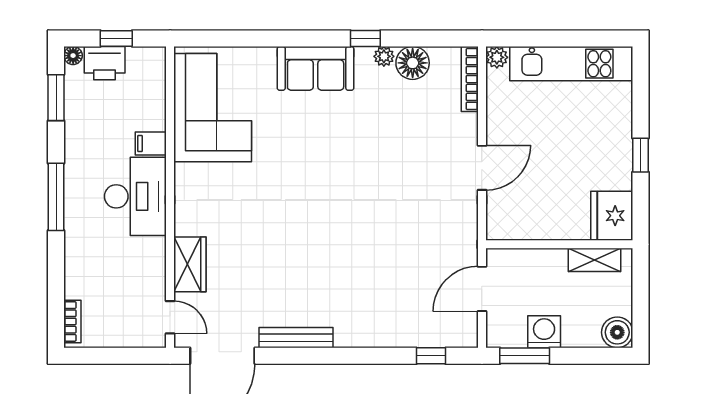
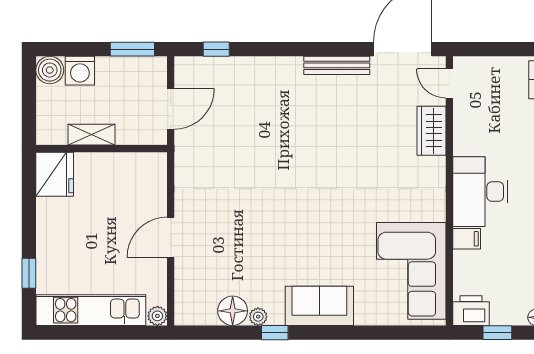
printer: (105, 63) -> (471, 311), moved
bookcase: (470, 79) -> (182, 296), removed
window: (641, 155) -> (29, 273), moved
door: (482, 168) -> (171, 237), moved
shelving: (595, 260) -> (91, 135), moved
washing machine: (544, 332) -> (80, 71), moved

